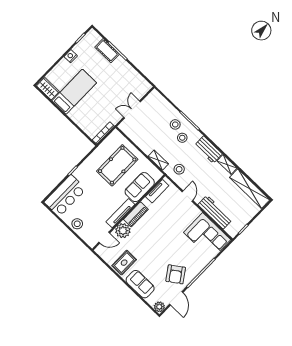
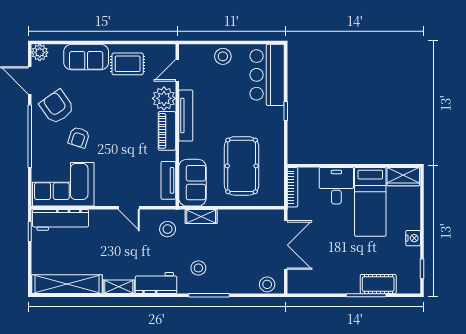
double door: (132, 109) -> (286, 245), width x1.37
desk: (83, 114) -> (336, 186), added
stool: (175, 124) -> (267, 284), moved
sofa: (140, 187) -> (192, 183), moved
workbench: (215, 212) -> (61, 220), moved
armchair: (179, 251) -> (79, 137), added
rug: (124, 263) -> (128, 64), turned 90

